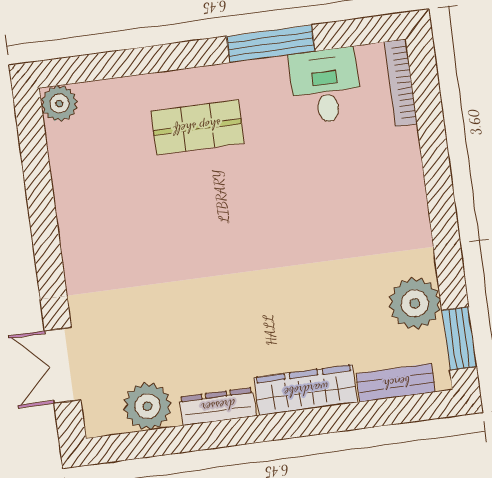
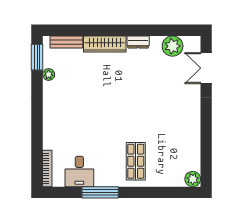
shop shelf: (197, 127) -> (136, 161), turned 90
plant: (415, 303) -> (49, 74), width x0.53, depth x0.53
double door: (63, 365) -> (206, 68), swing flipped
dresser: (218, 406) -> (138, 42), width x0.70

